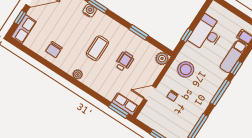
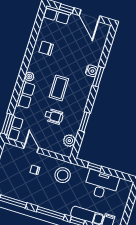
coffee table: (97, 48) -> (59, 88), turned 90
plant: (162, 59) -> (69, 141), moved
row of seats: (95, 84) -> (25, 95), added

